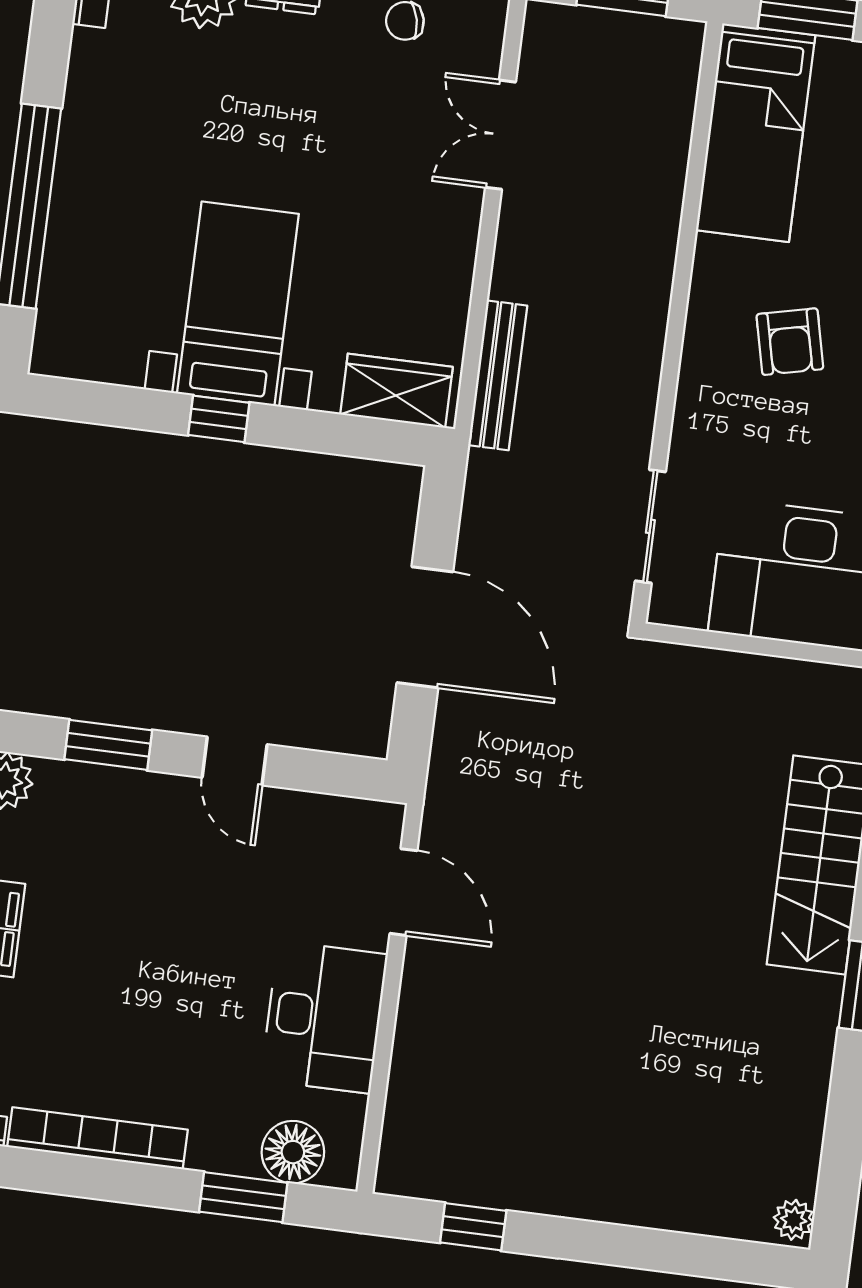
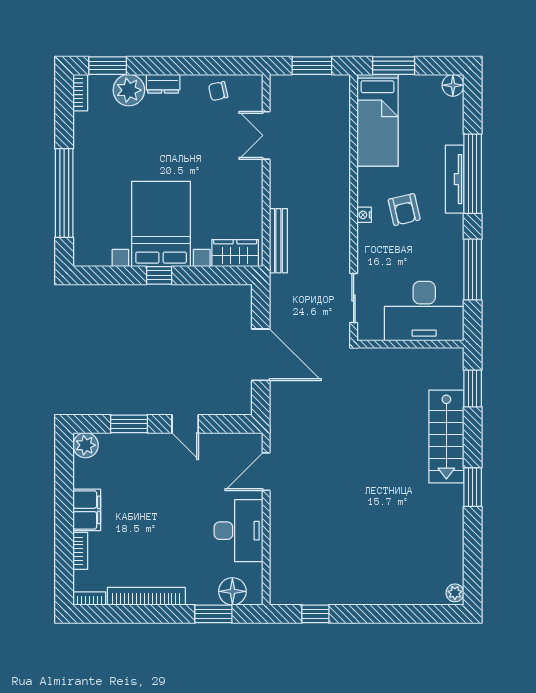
bed with nightstands: (238, 304) -> (161, 224), width x1.36
nightstand: (698, 342) -> (364, 215), added
door: (403, 892) -> (266, 472), swing flipped

